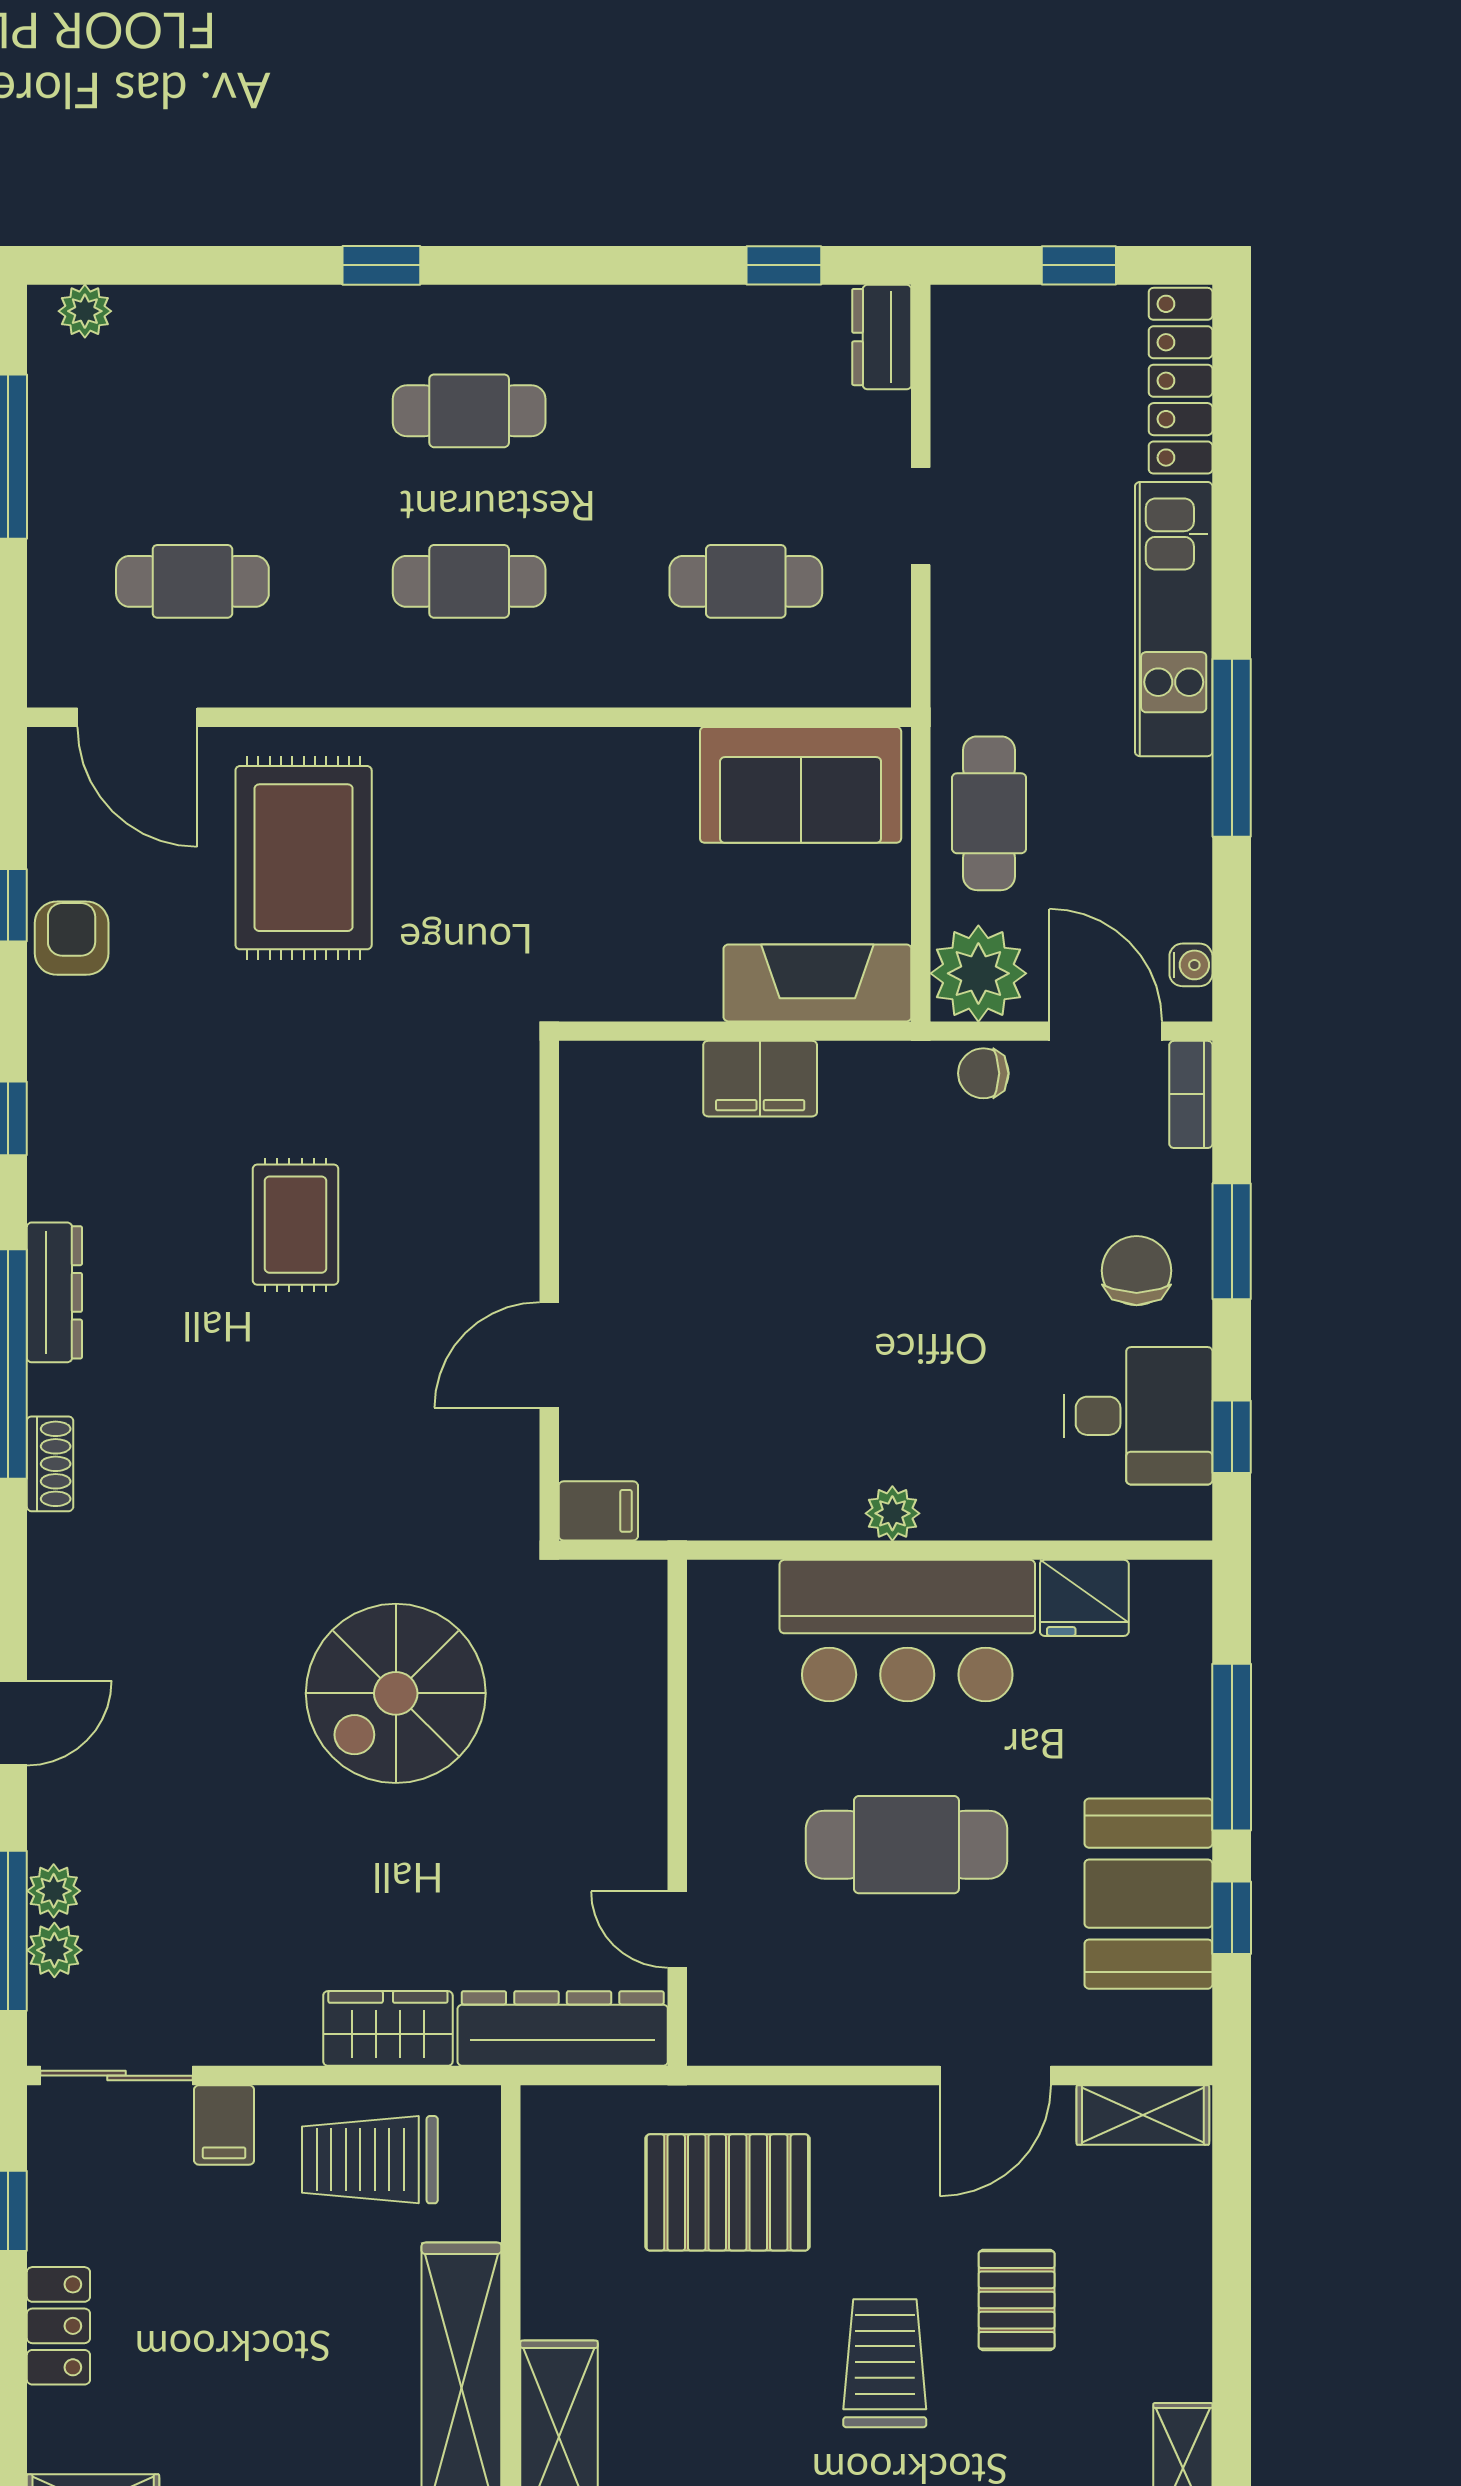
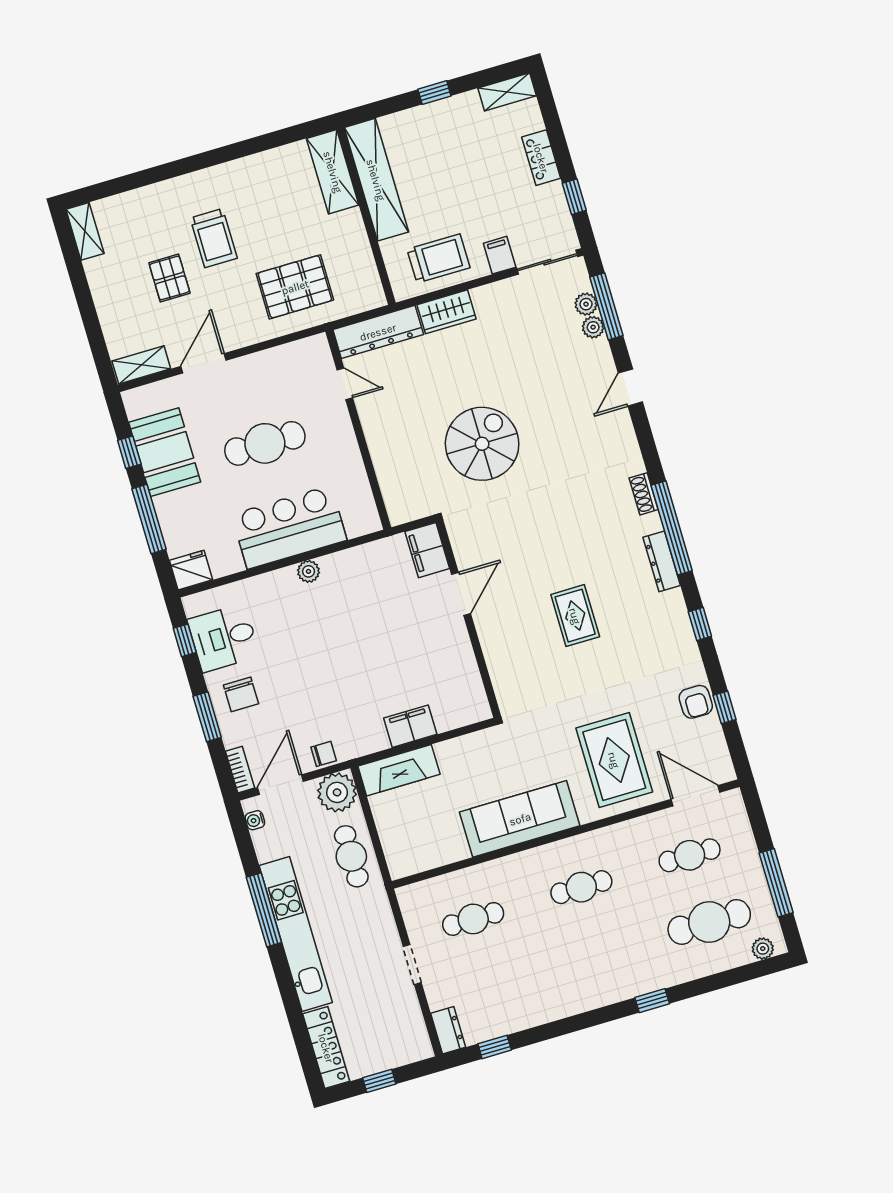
cafe table: (469, 411) -> (709, 922), moved, width x1.37, depth x1.35
kitchen unit: (1174, 619) -> (296, 934), width x1.36
sofa: (801, 785) -> (520, 819), moved, width x1.36
door: (1106, 1031) -> (281, 785), swing flipped
filing cabinet: (598, 1511) -> (427, 550), width x2.00
fridge: (1084, 1598) -> (191, 570), moved

